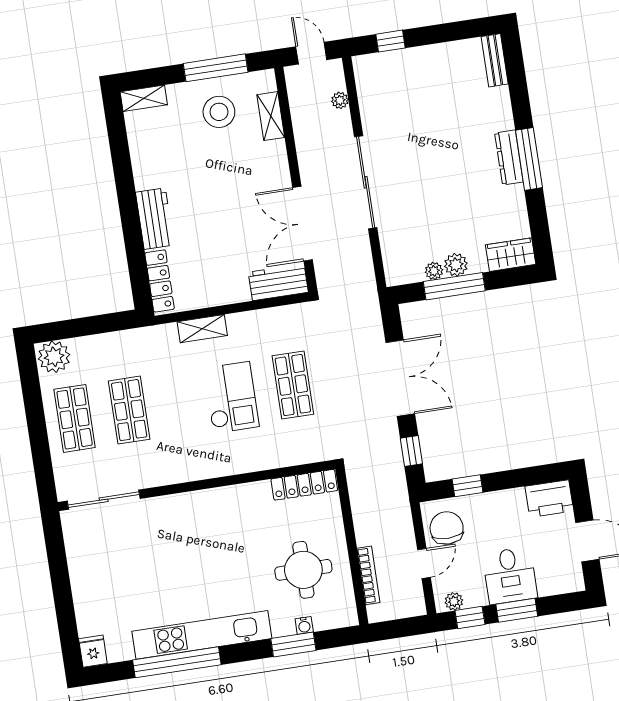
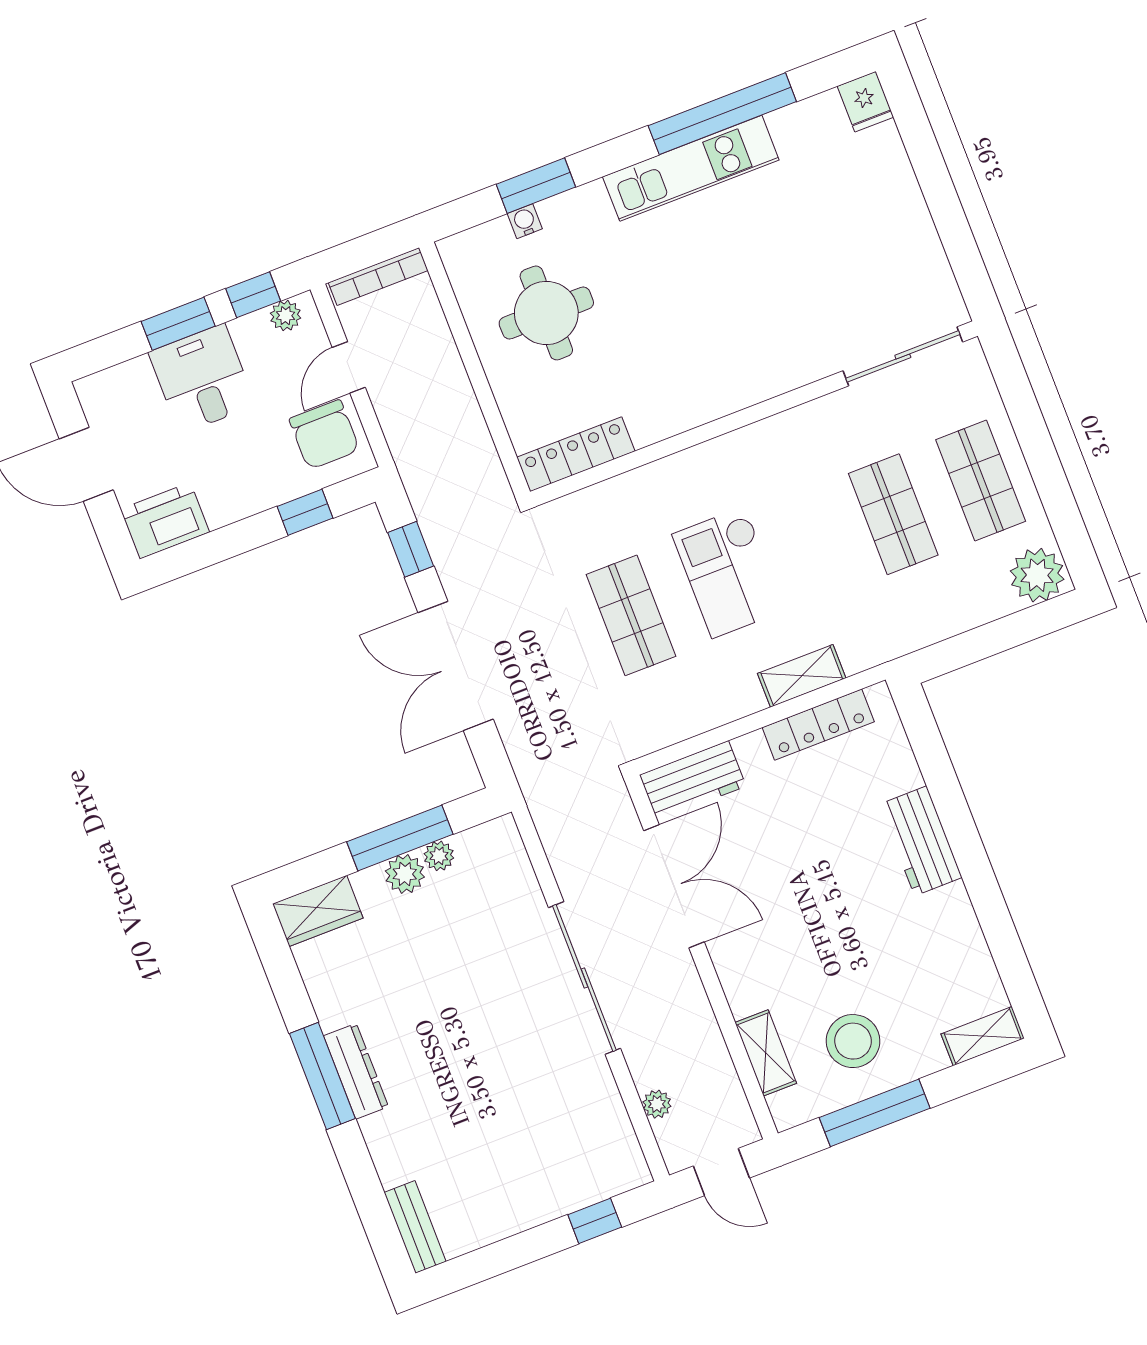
locker: (160, 281) -> (818, 725), moved, turned -90
bookcase: (368, 575) -> (378, 277), moved, turned -90
kitchen unit: (202, 635) -> (691, 168), width x0.73

